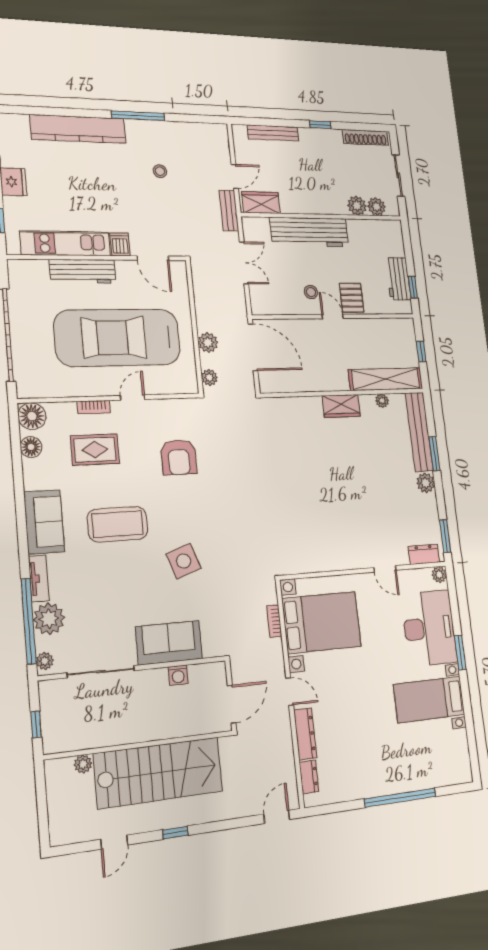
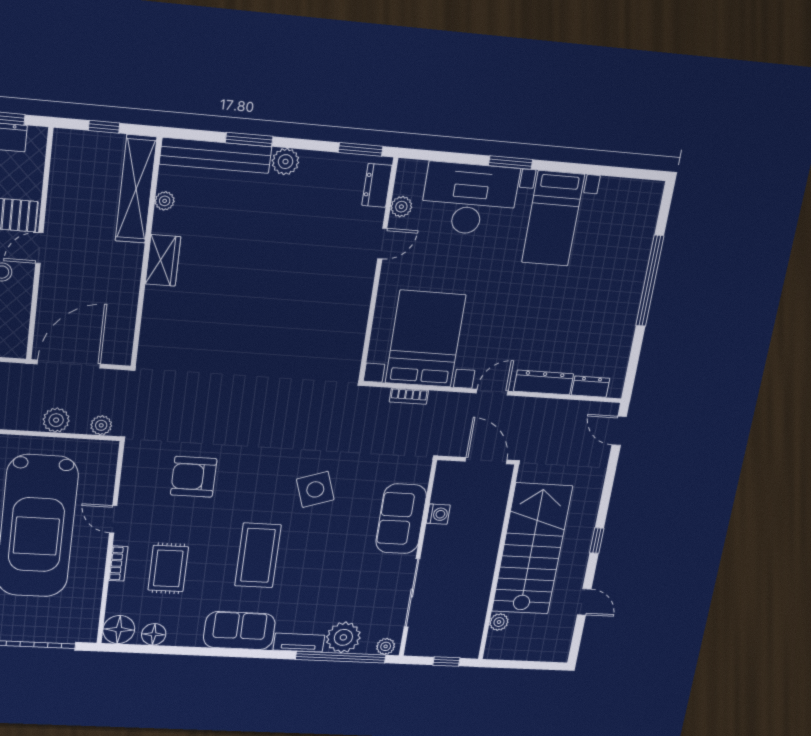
armchair: (179, 457) -> (194, 477), turned 180
plant: (439, 575) -> (401, 207), moved

